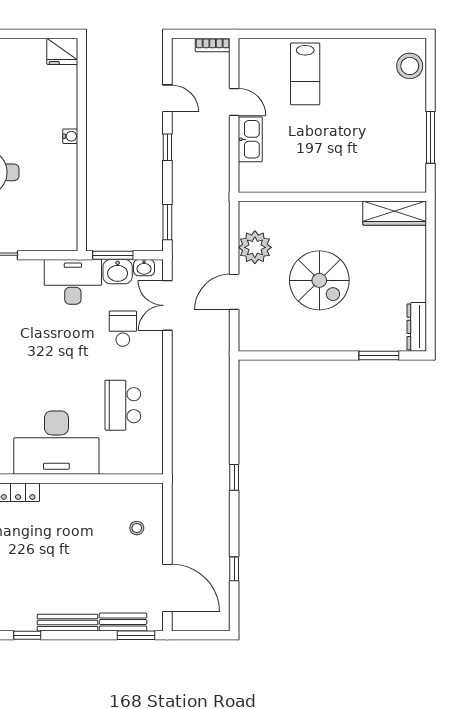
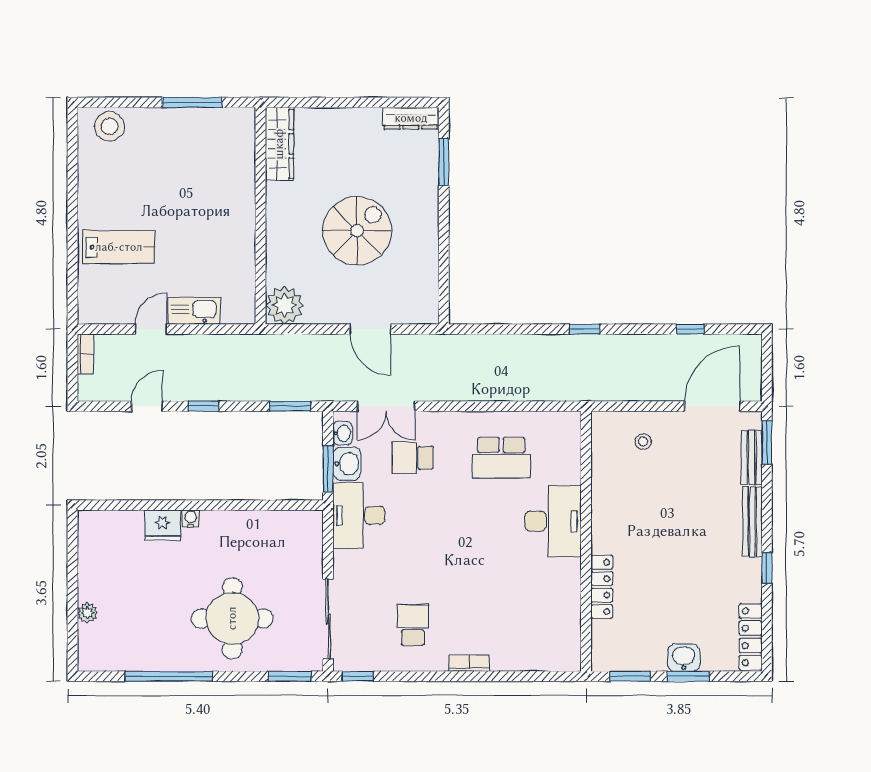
fridge: (62, 51) -> (162, 525), moved, turned 90
plant: (255, 247) -> (285, 305), moved
desk: (56, 443) -> (553, 521), width x0.73, depth x0.77

